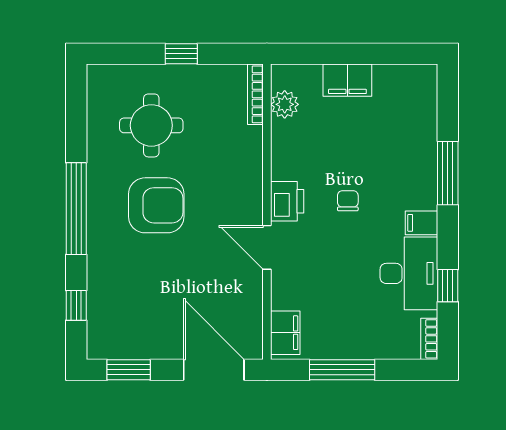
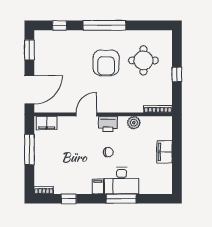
plant: (285, 104) -> (134, 123), moved
desk: (409, 273) -> (122, 181), moved

